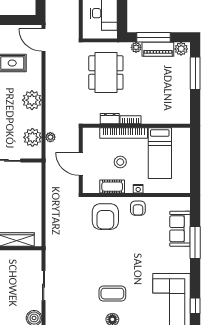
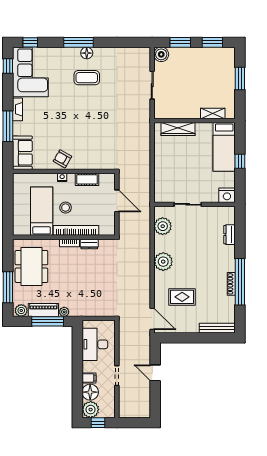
dining table: (106, 73) -> (31, 266), moved
plant: (50, 137) -> (146, 226), removed
stool: (120, 162) -> (66, 208), moved
armchair: (138, 208) -> (62, 159), turned -60
armchair: (105, 217) -> (93, 151), removed
sofa: (180, 229) -> (22, 153), moved
fireplace: (185, 260) -> (18, 109), added

